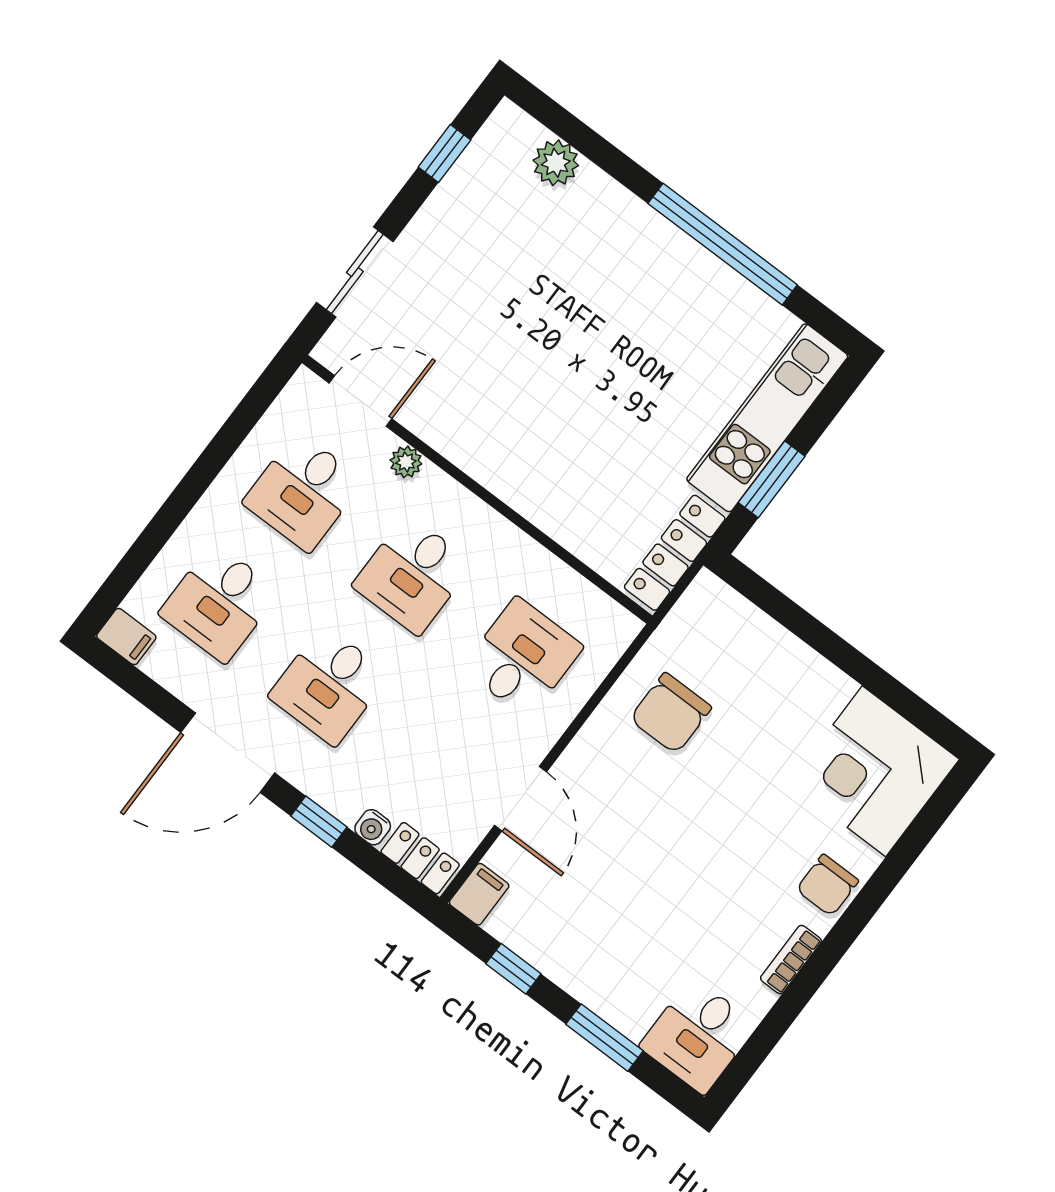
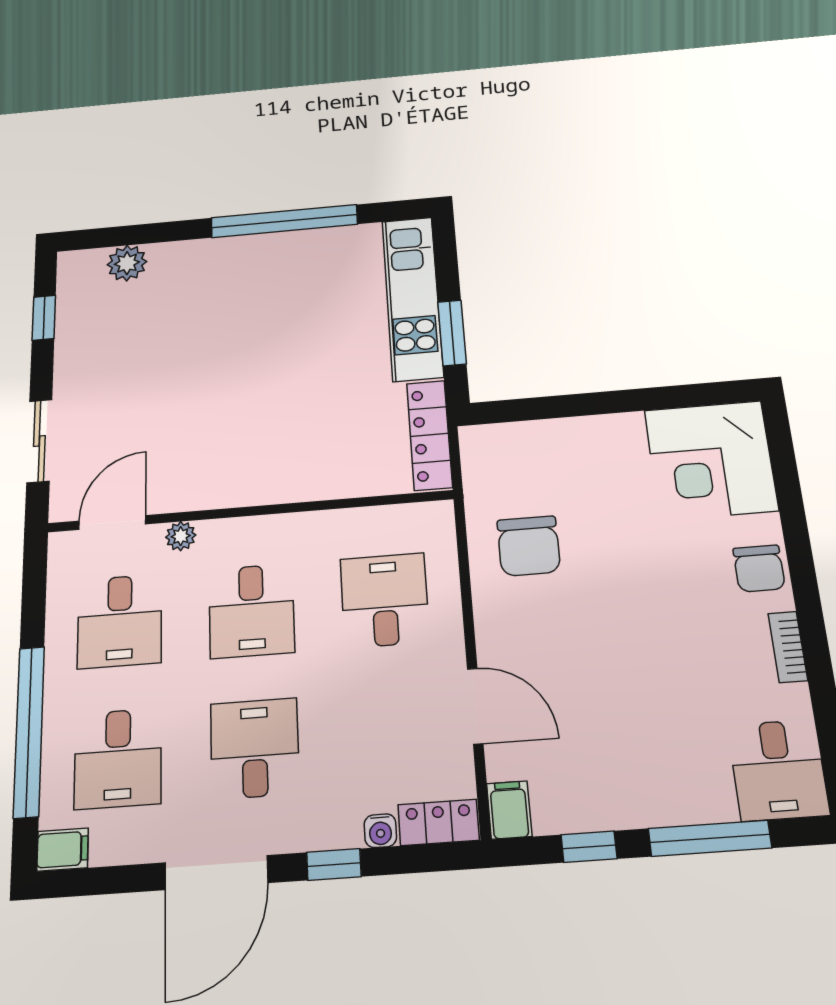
window: (167, 521) -> (29, 731), added
desk: (329, 685) -> (255, 748), turned 180
window: (604, 1038) -> (710, 838), width x1.44

